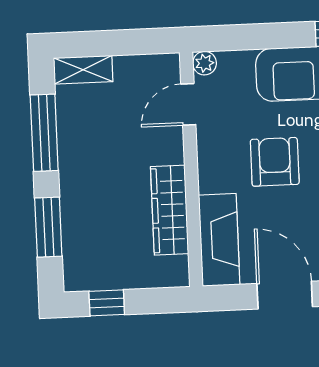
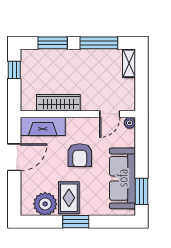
door: (188, 104) -> (110, 114), swing flipped
armchair: (275, 162) -> (80, 155), turned 90

